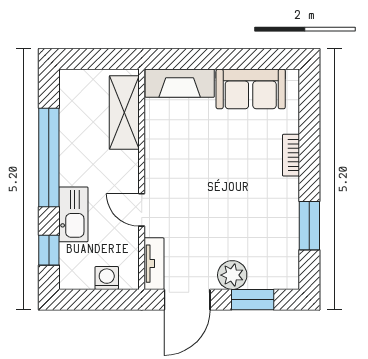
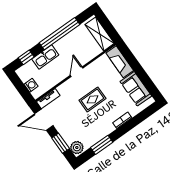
shelving: (124, 112) -> (100, 34), moved, turned 90
rug: (214, 183) -> (92, 99), added
door: (142, 210) -> (77, 72), moved
plant: (232, 275) -> (77, 148), moved

